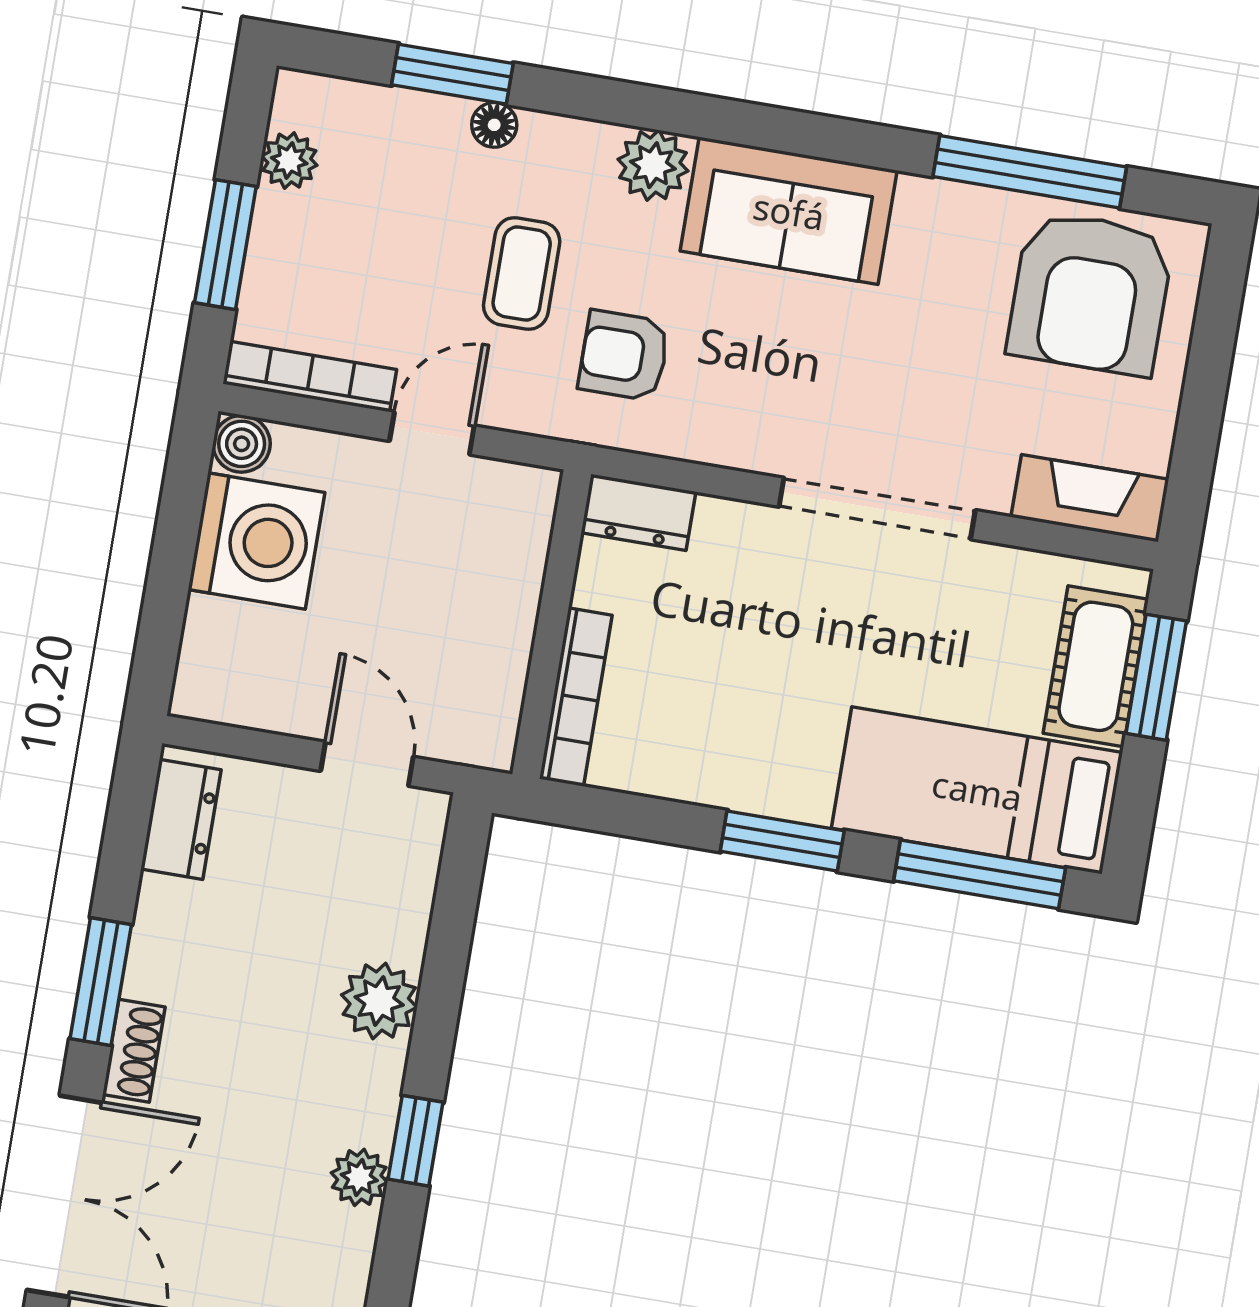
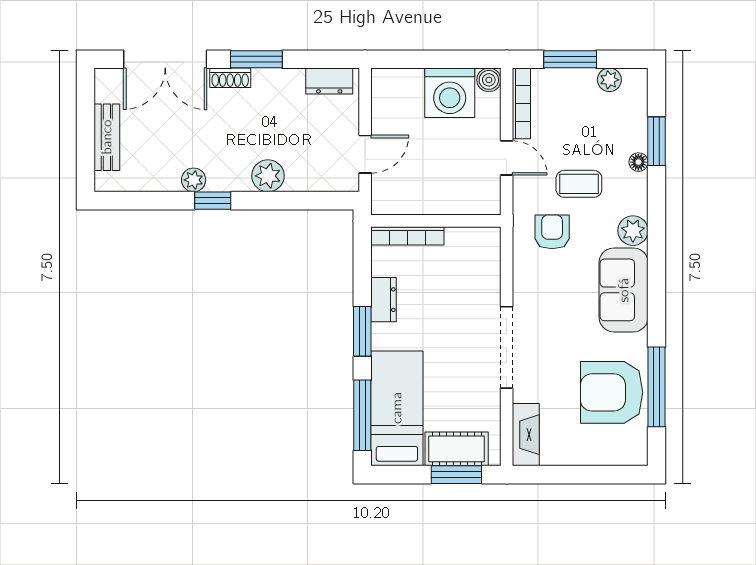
armchair: (1090, 293) -> (612, 392), moved
dresser: (638, 512) -> (384, 300), moved, turned 180

